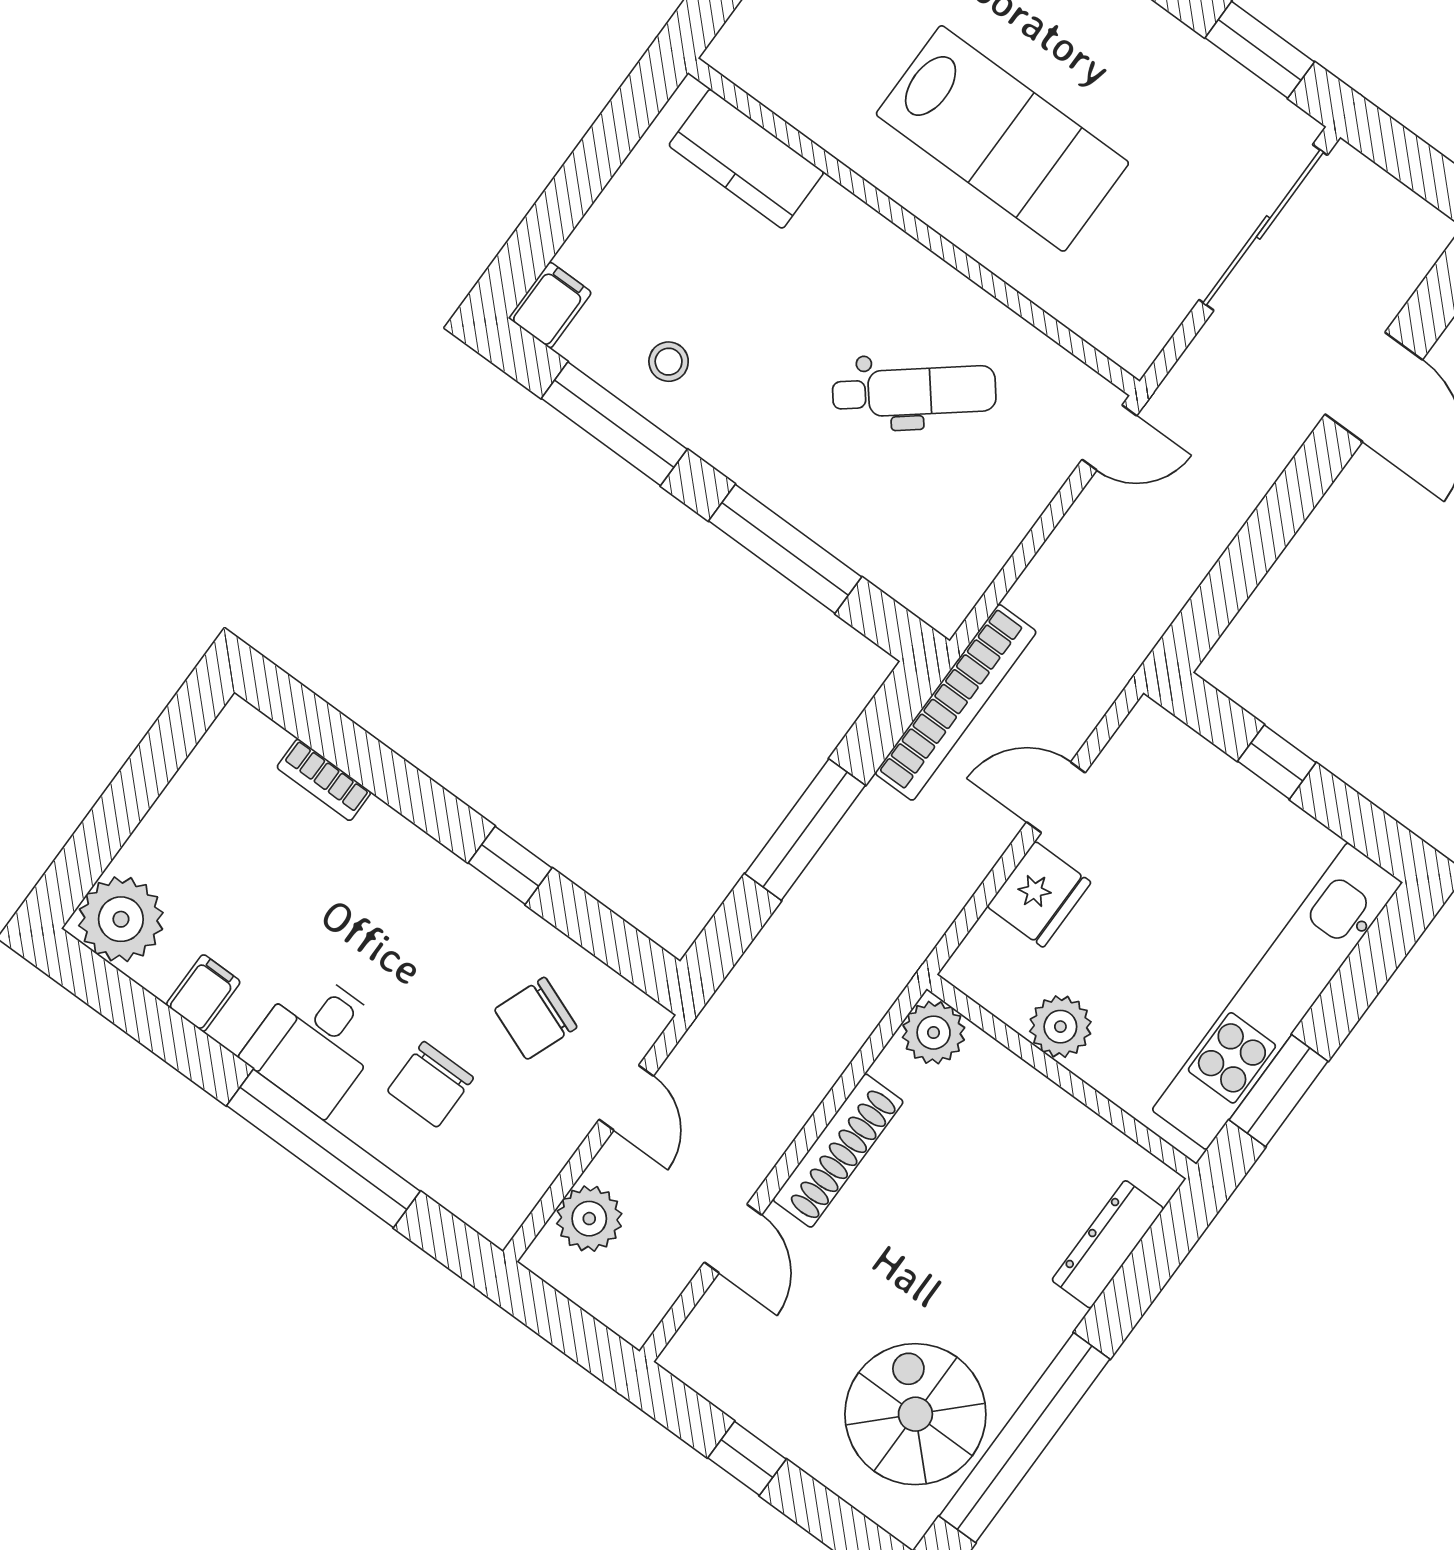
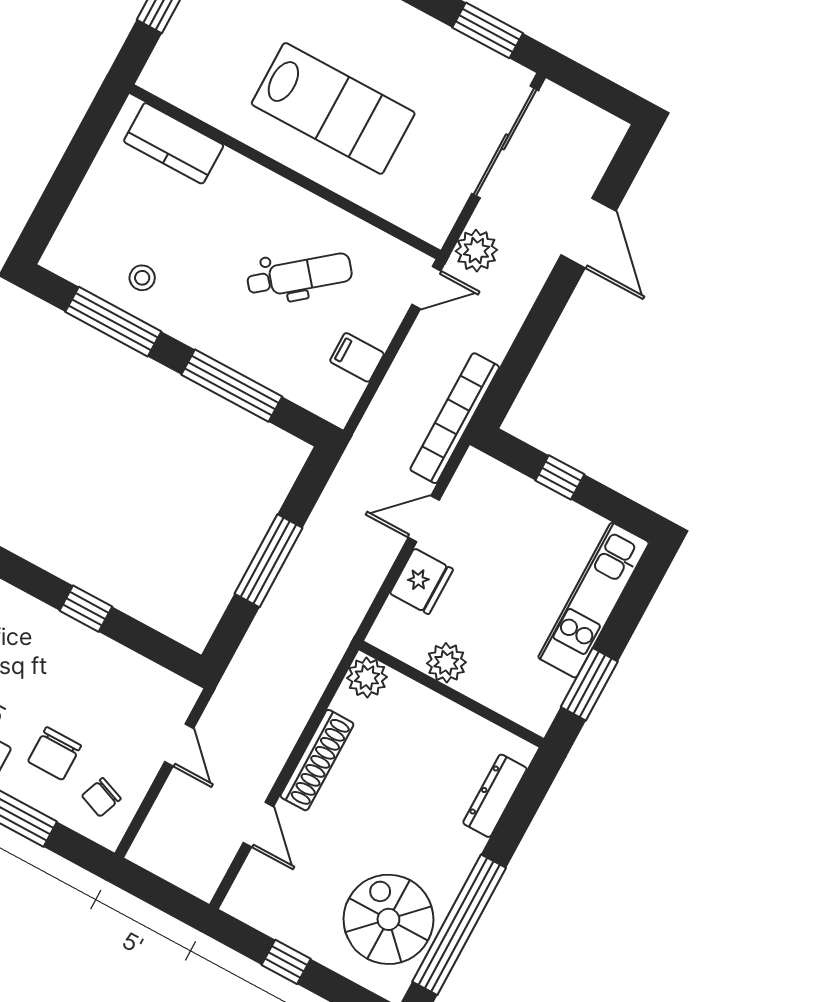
filing cabinet: (550, 305) -> (357, 357), moved, turned -90
bookcase: (956, 702) -> (455, 418), moved, turned 180
kitchen unit: (1277, 996) -> (594, 600), width x0.73
chair: (536, 1018) -> (101, 797), moved, width x0.73, depth x0.73
plant: (589, 1219) -> (476, 251), moved

